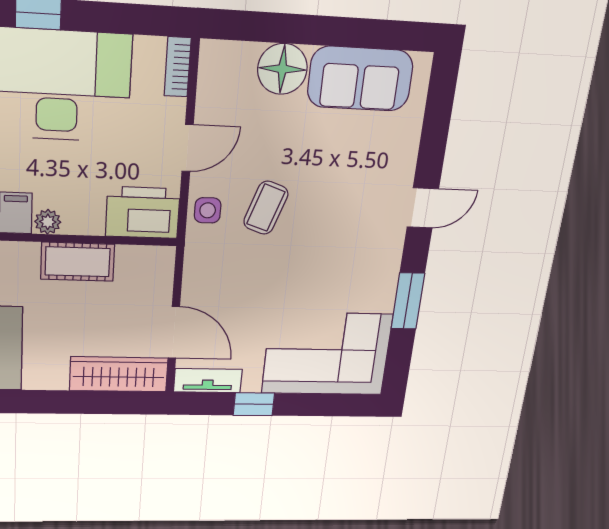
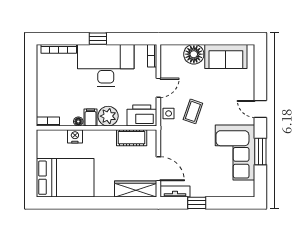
door: (423, 208) -> (260, 109), swing flipped
plant: (48, 222) -> (108, 116), width x1.88, depth x1.88
cot: (78, 262) -> (132, 138), moved
corner sofa: (327, 354) -> (235, 153), moved, turned -90

